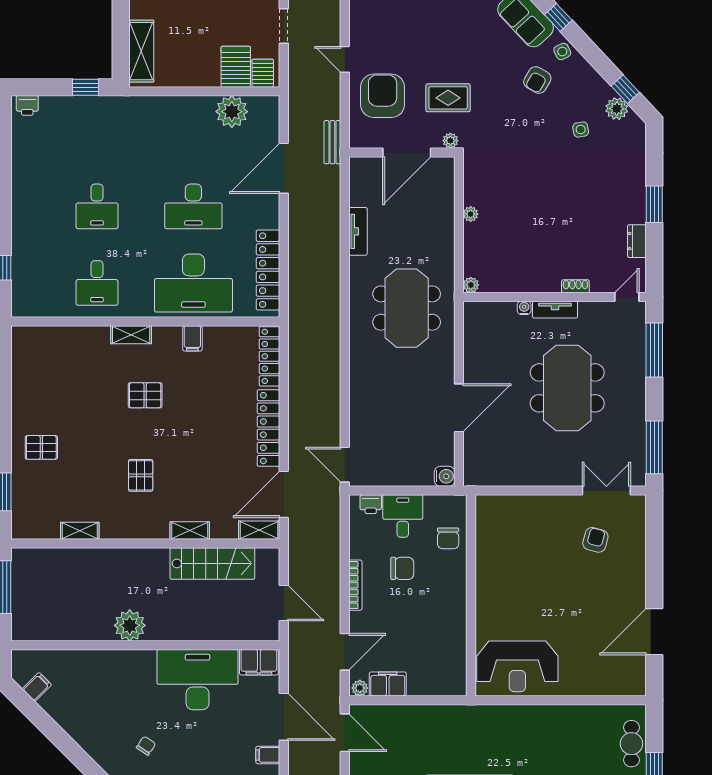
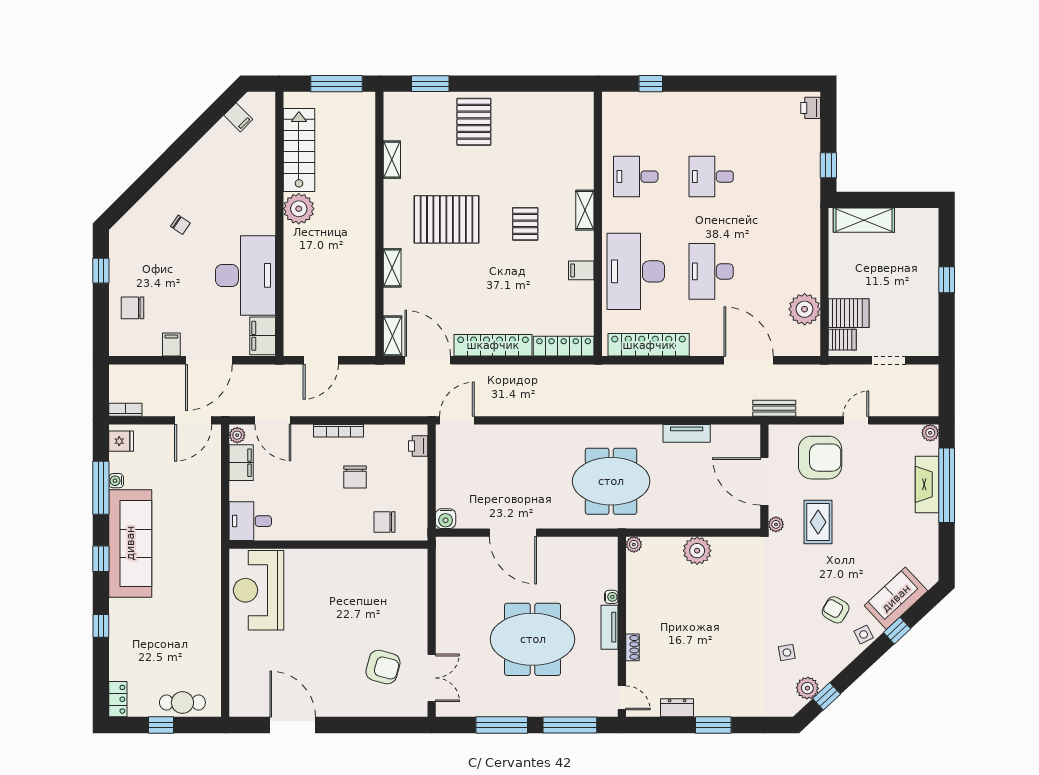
plant: (471, 214) -> (697, 551), width x1.88, depth x1.88
pallet: (41, 447) -> (474, 122), width x1.50, depth x1.42
window: (654, 447) -> (502, 725), moved
pallet: (141, 475) -> (446, 219), width x2.05, depth x2.00
desk: (403, 516) -> (250, 521), moved, turned 180
armchair: (595, 540) -> (383, 667), width x1.38, depth x1.38
stairs: (212, 563) -> (299, 150), moved, turned 180

